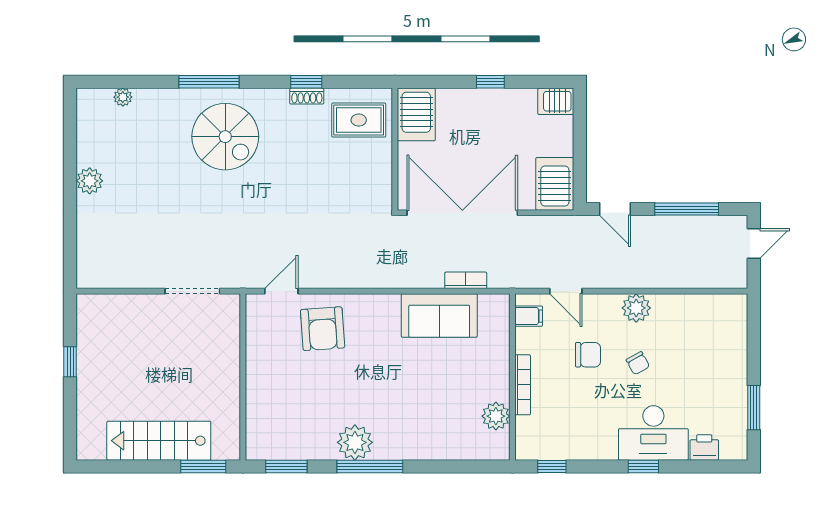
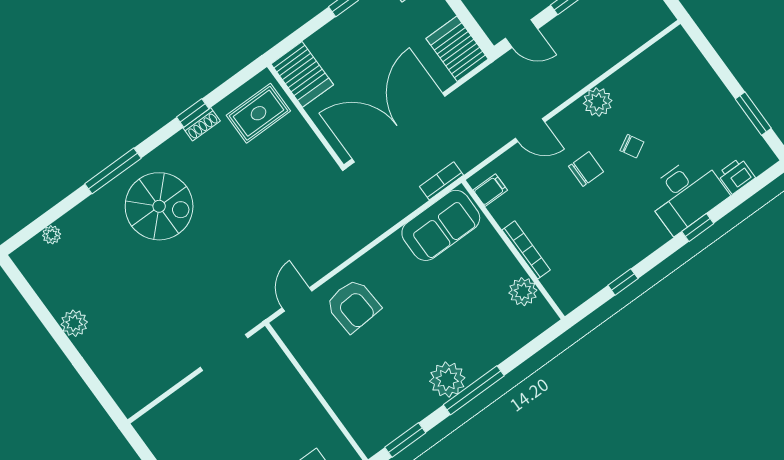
filing cabinet: (529, 316) -> (490, 190), moved
wall: (512, 377) -> (513, 250), moved
bookcase: (523, 385) -> (526, 250), moved
plant: (496, 416) -> (523, 292), moved

